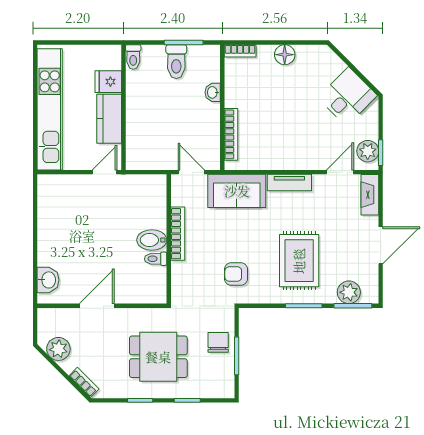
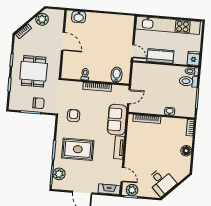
toilet: (176, 62) -> (188, 81), moved
fridge: (108, 82) -> (194, 58), moved
bidet: (152, 240) -> (116, 75), moved

